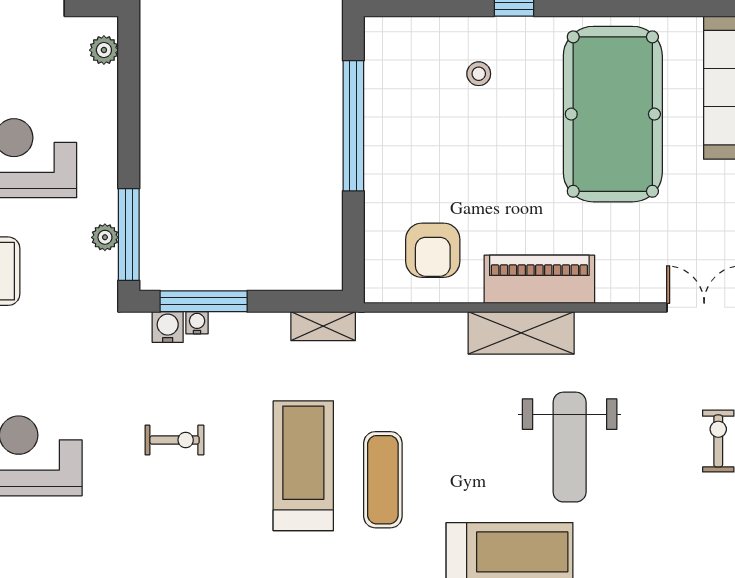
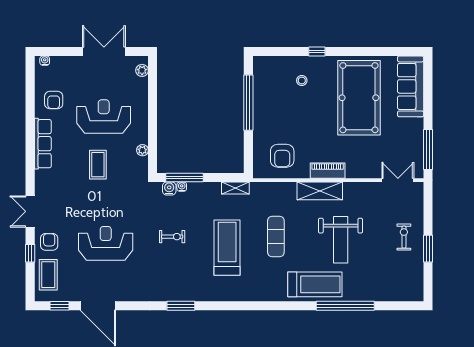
window: (129, 235) -> (153, 149), removed
piano: (539, 279) -> (328, 171), width x0.73, depth x0.75
exercise mat: (383, 480) -> (276, 237), moved

